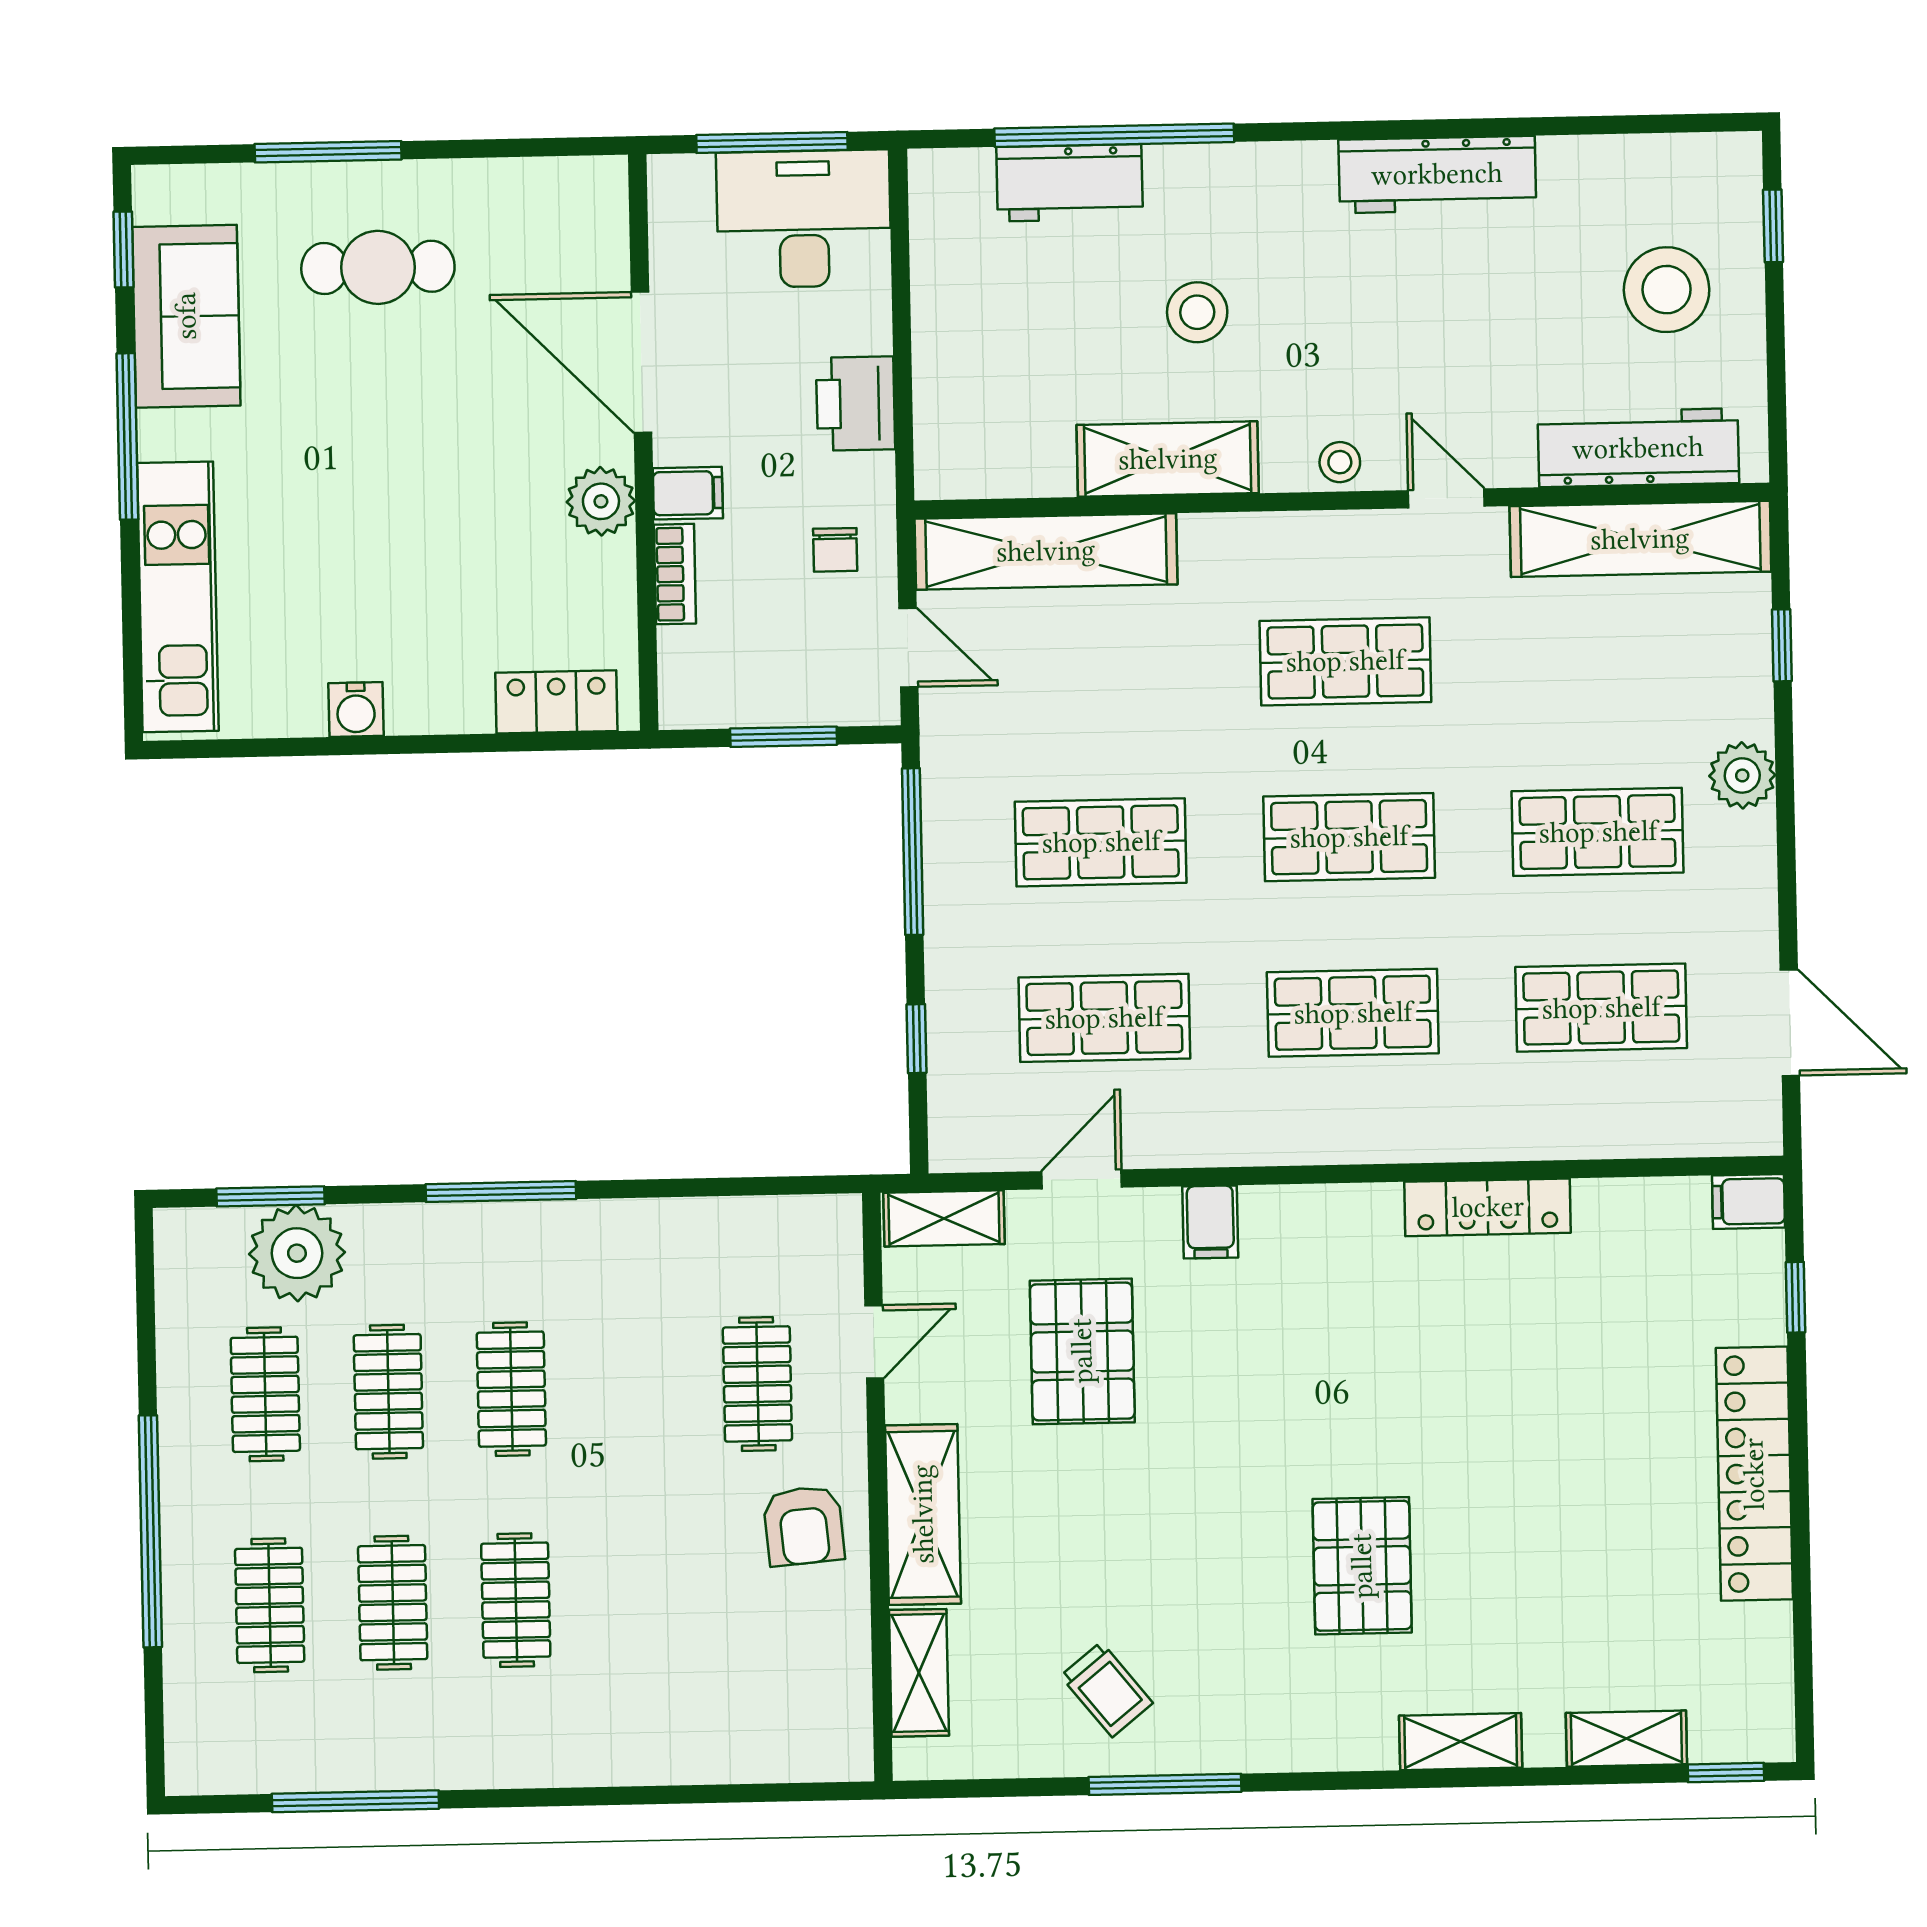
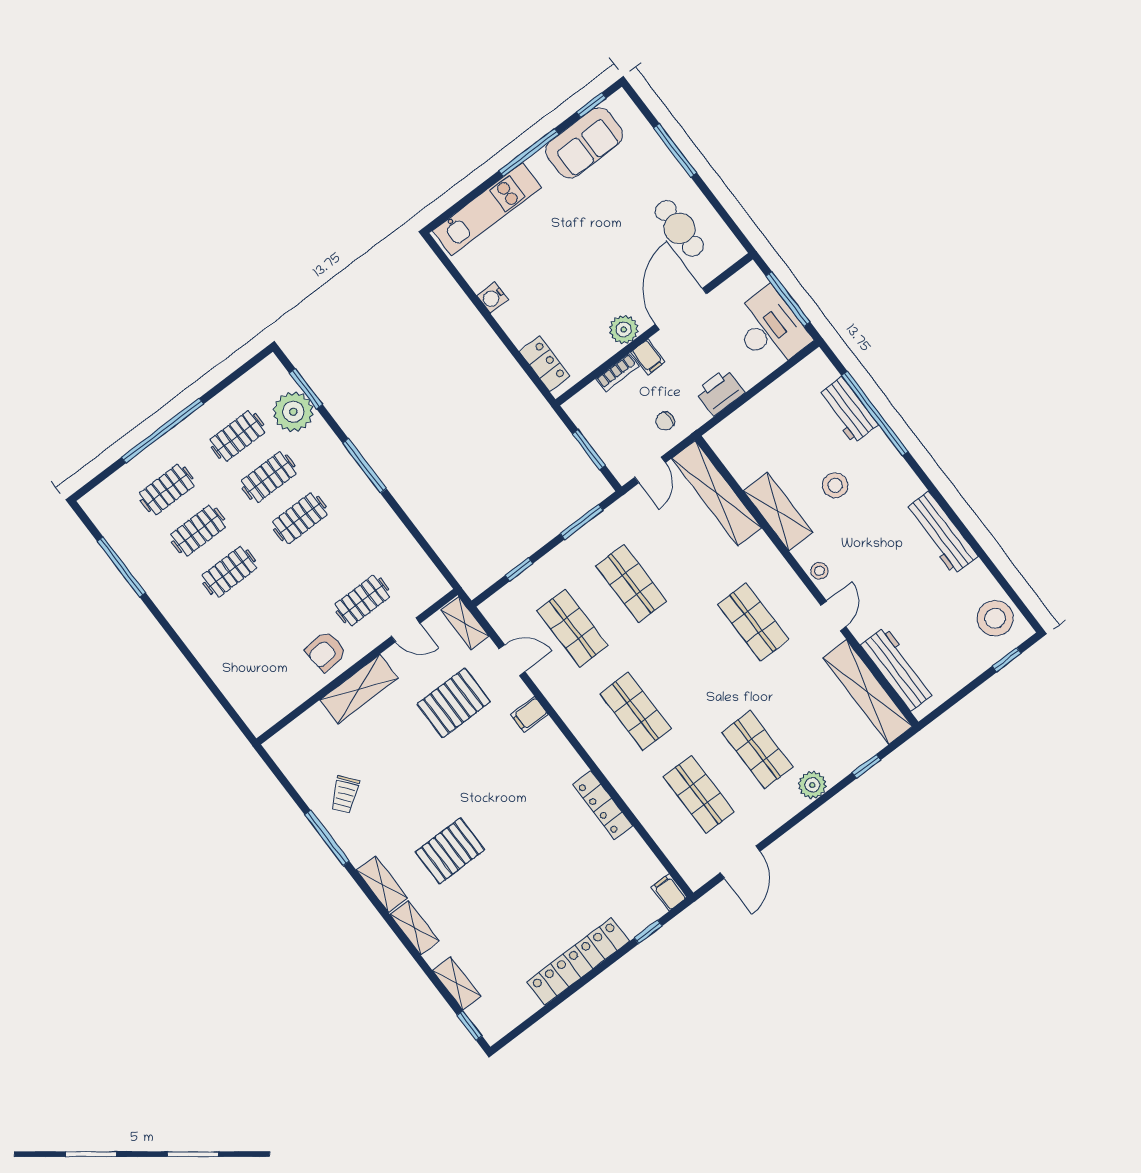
cafe table: (378, 267) -> (679, 228), moved
stool: (1667, 290) -> (995, 618), moved
shop shelf: (1349, 837) -> (694, 667), removed
window: (913, 852) -> (582, 522), width x0.69
shelving: (919, 1673) -> (382, 884), moved, turned 90

